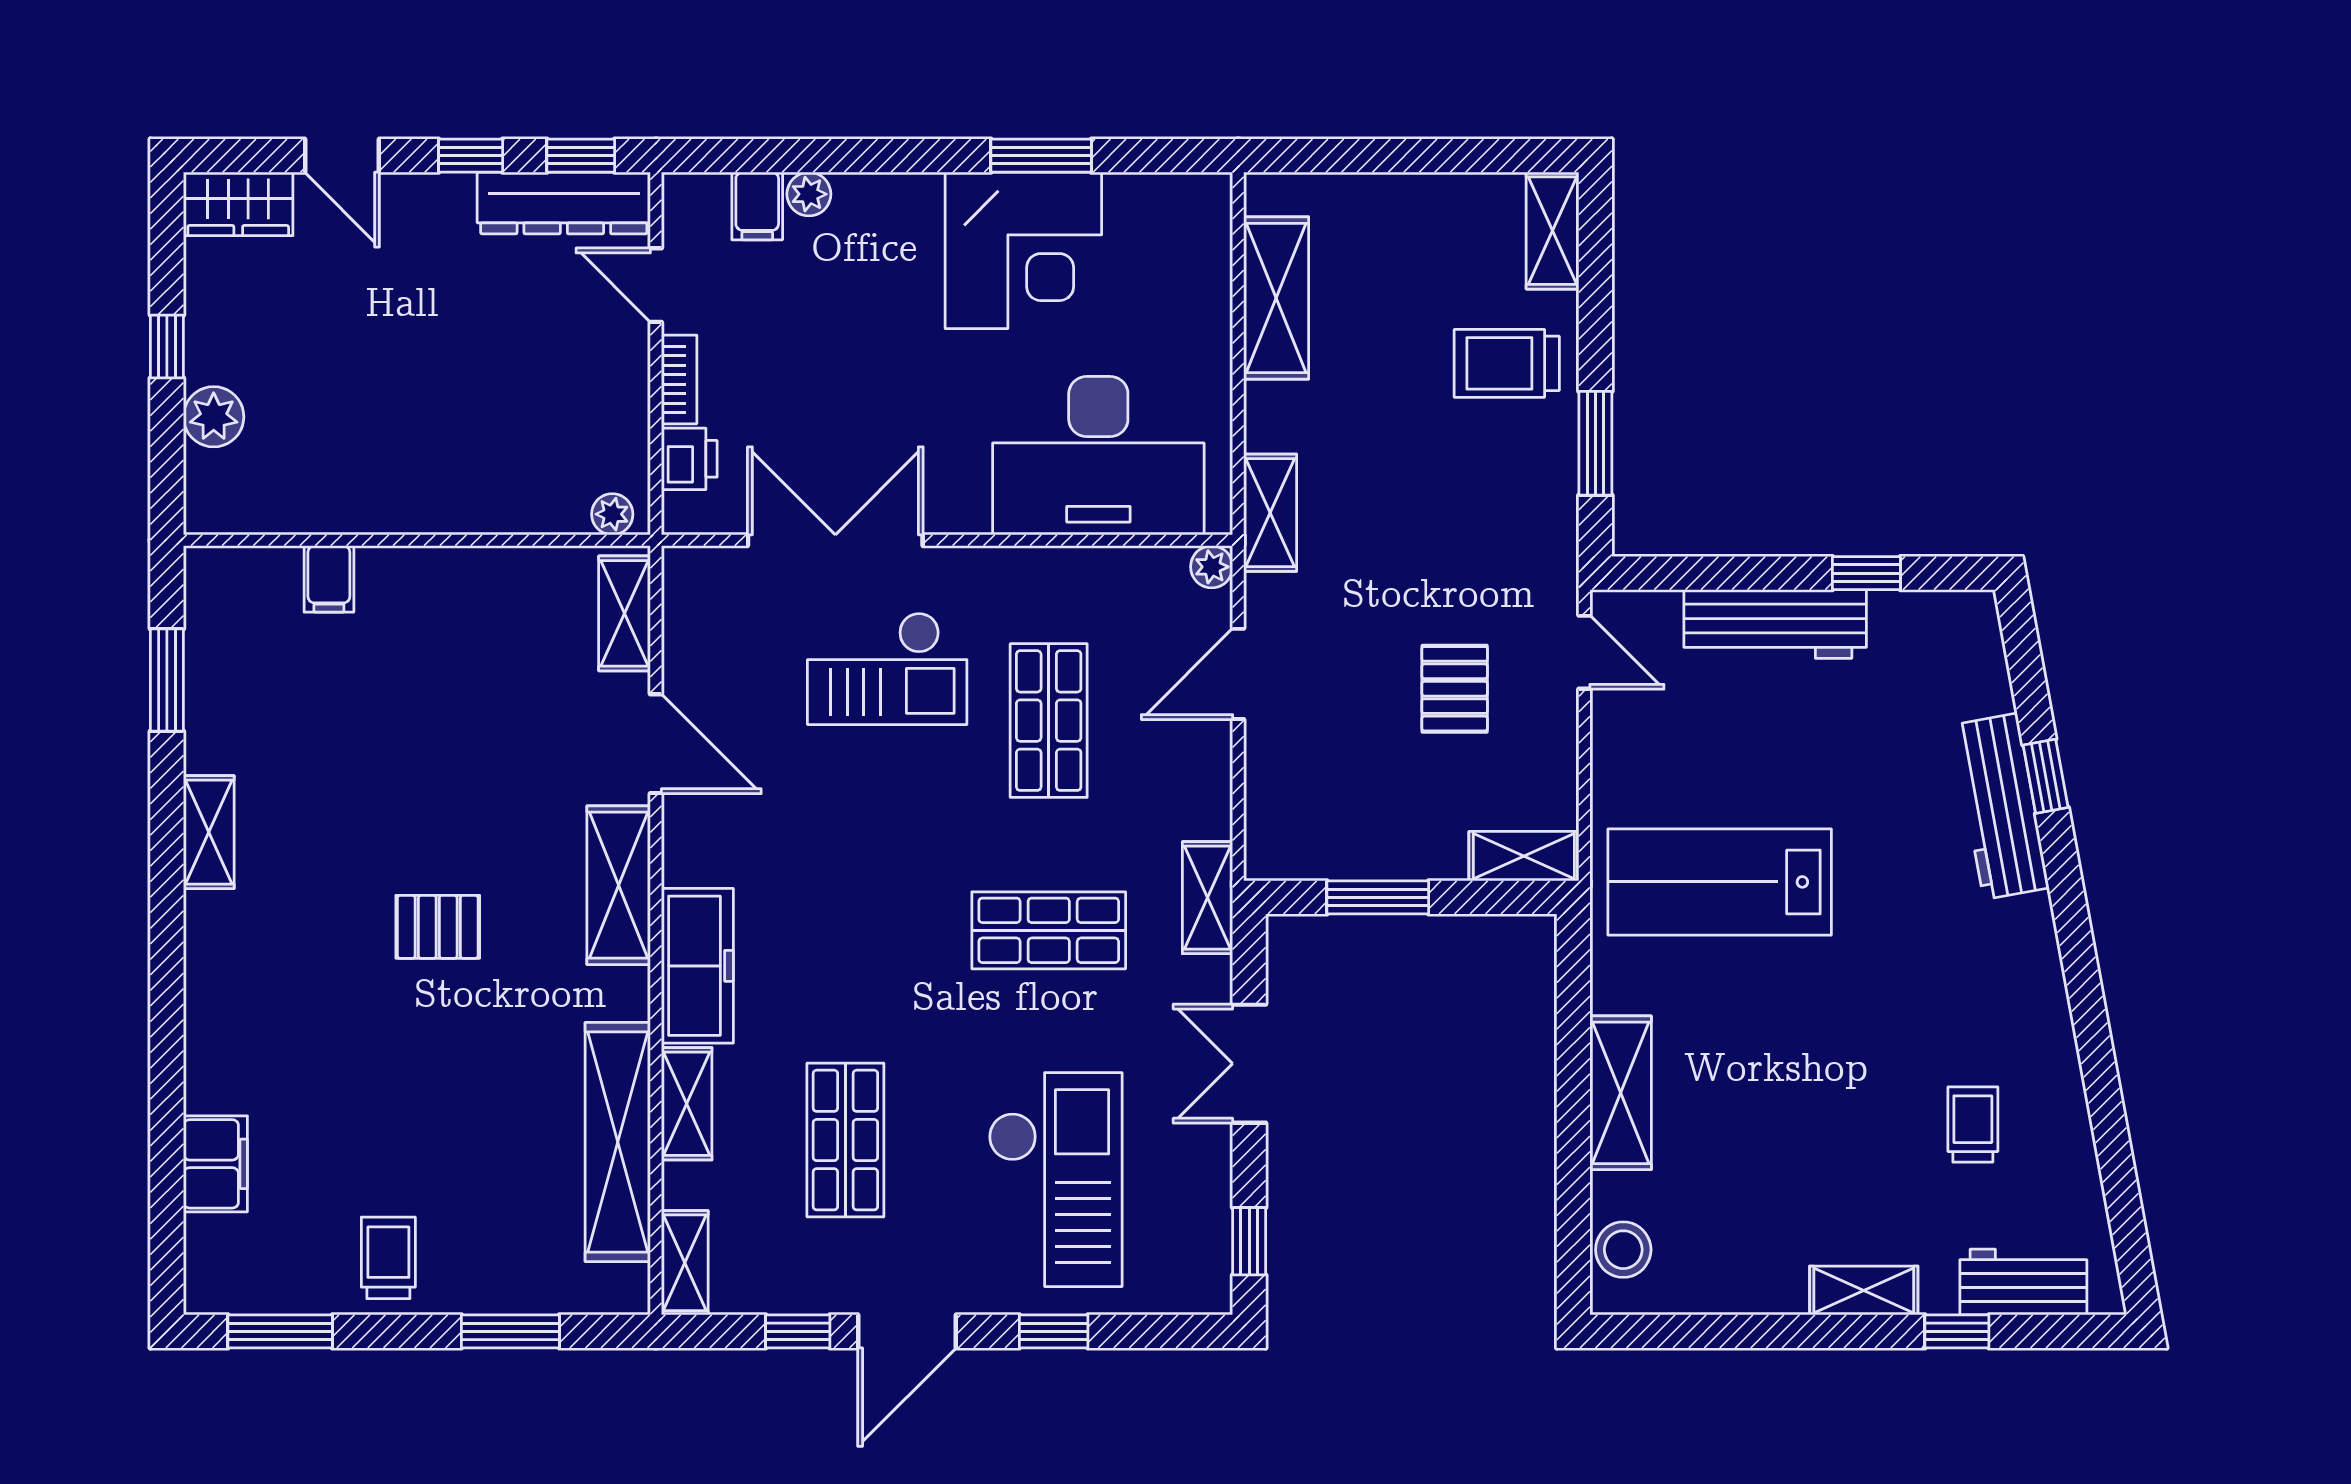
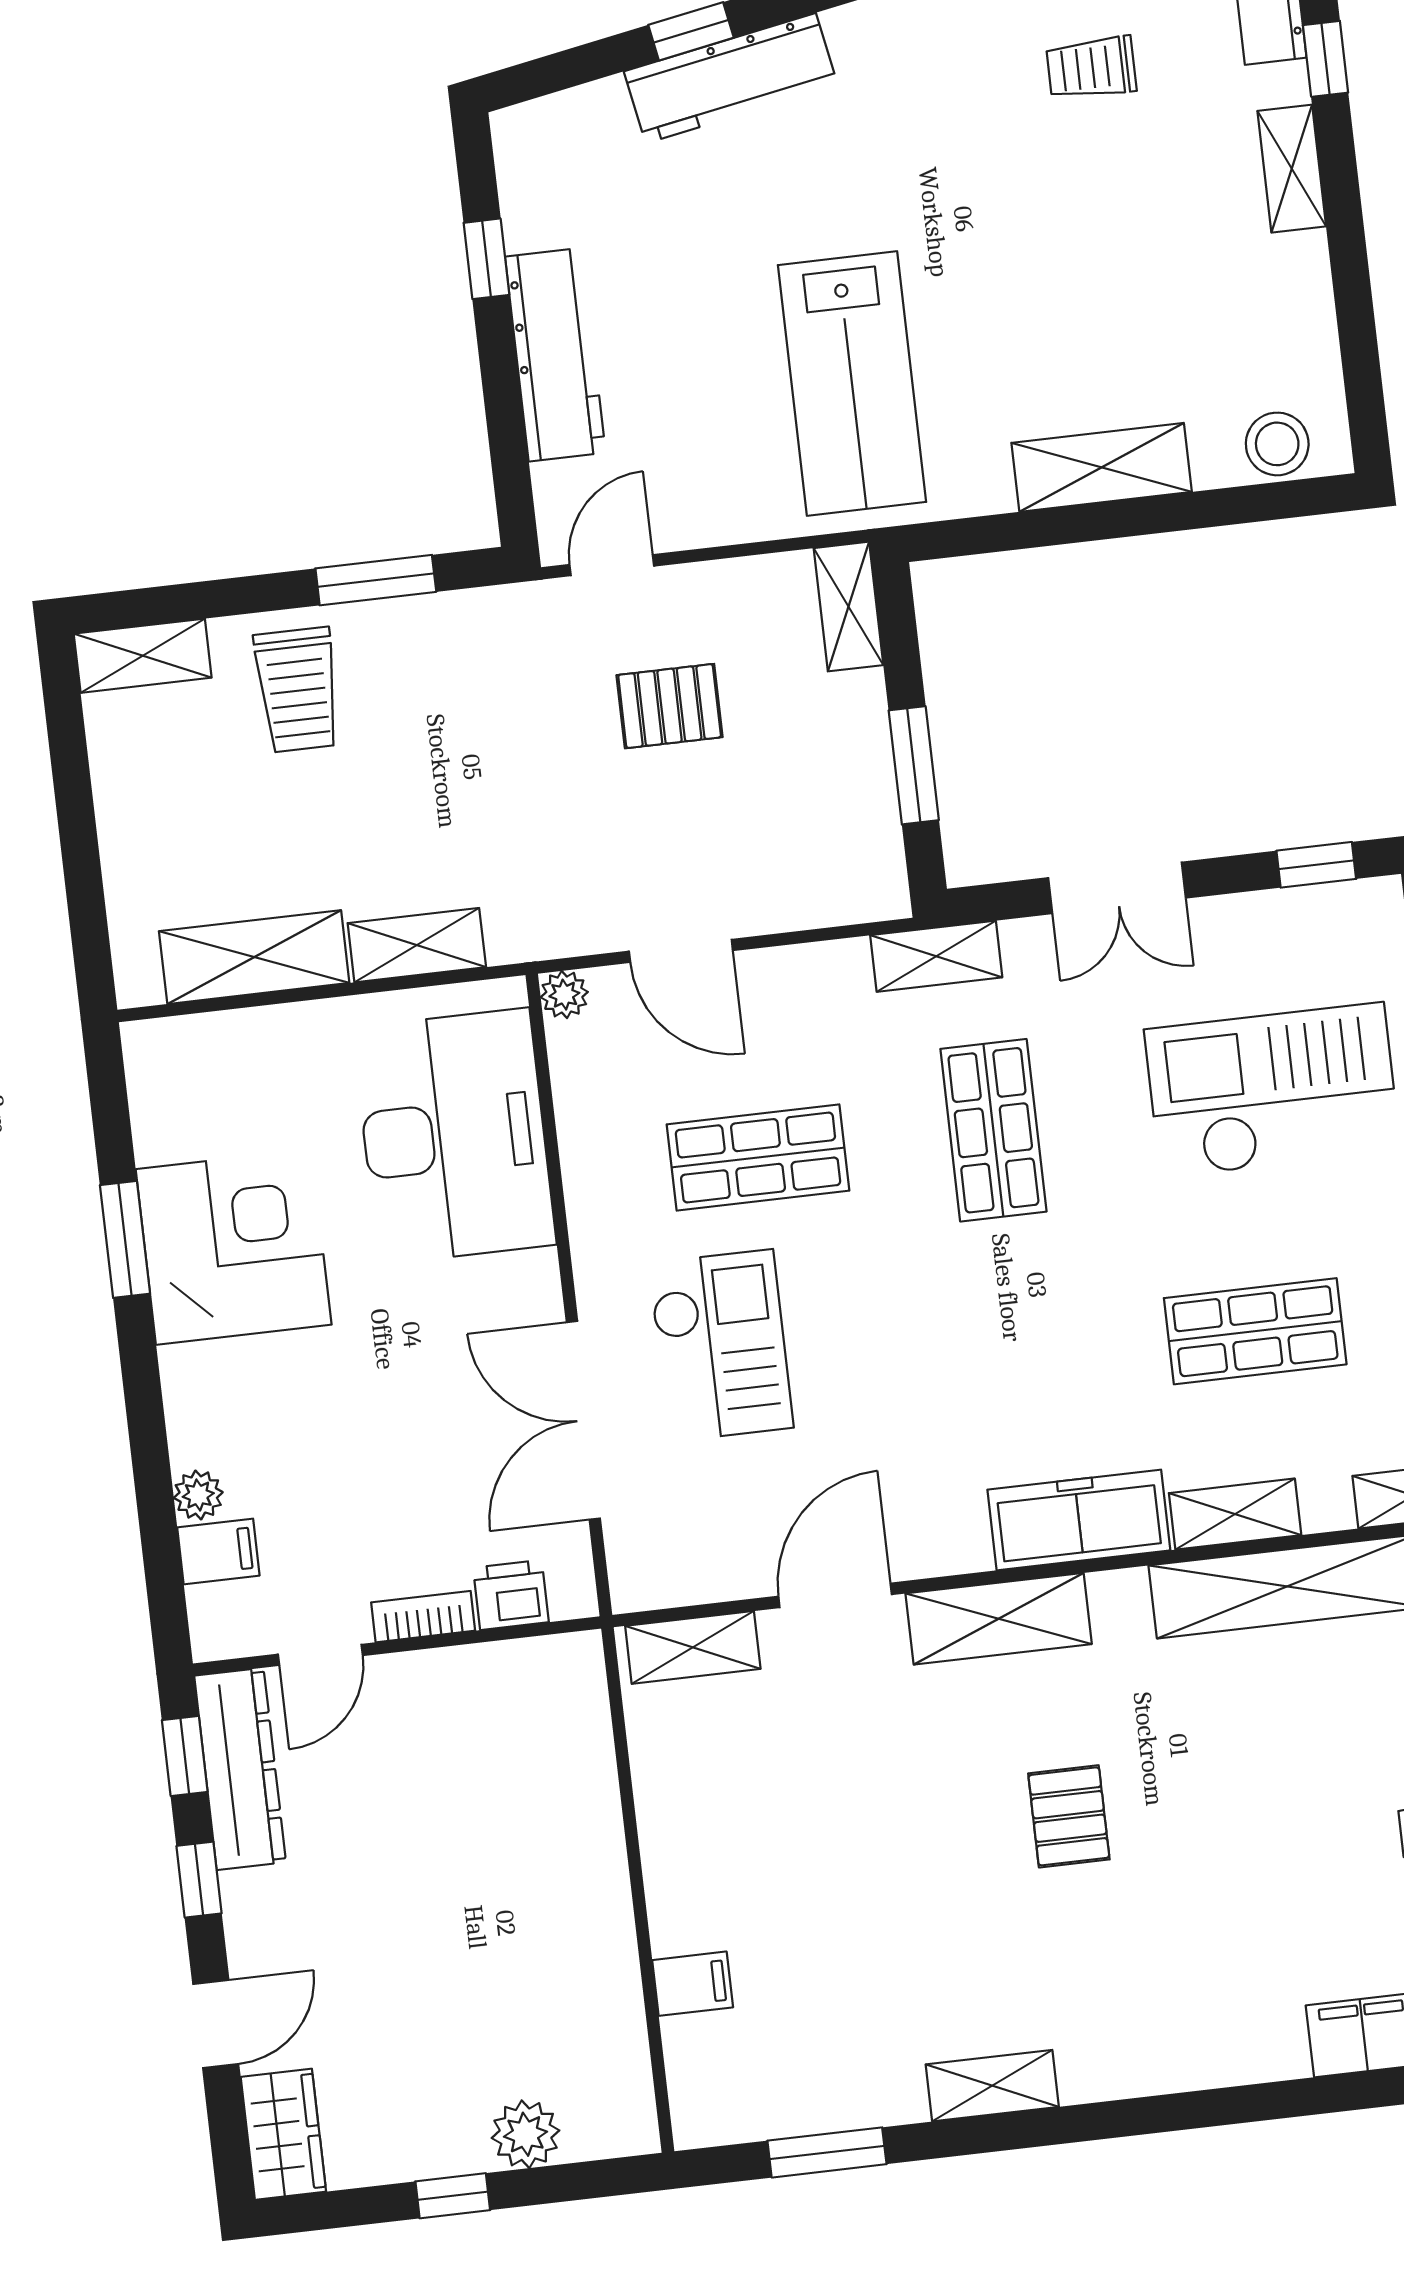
shelving: (1270, 513) -> (417, 945), moved
plant: (612, 514) -> (583, 1674), removed

